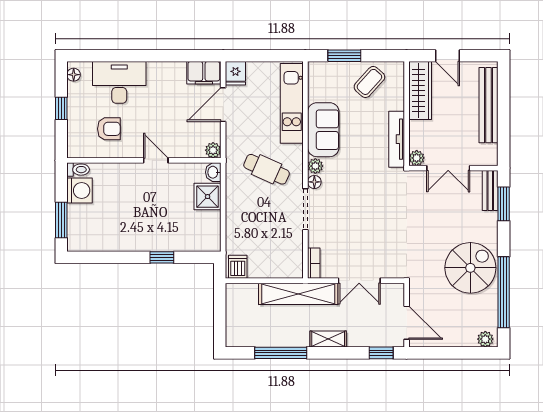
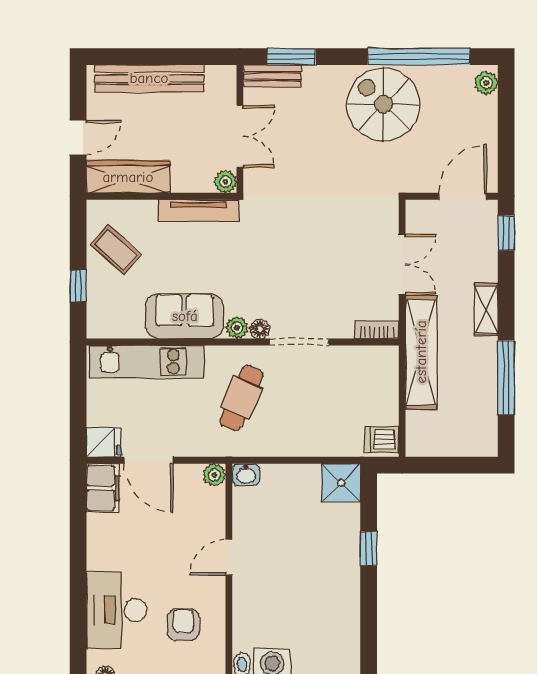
window: (344, 56) -> (78, 286), width x0.67
shower: (208, 197) -> (341, 483), moved

